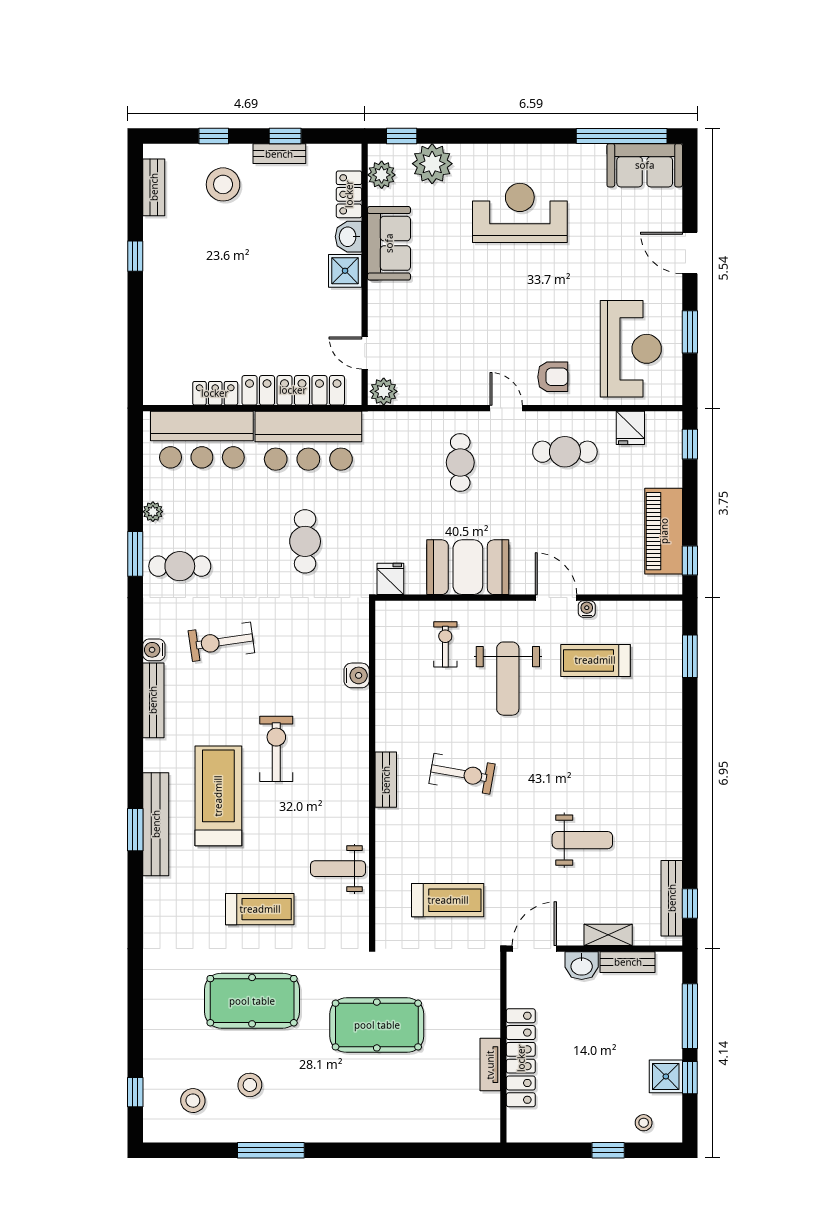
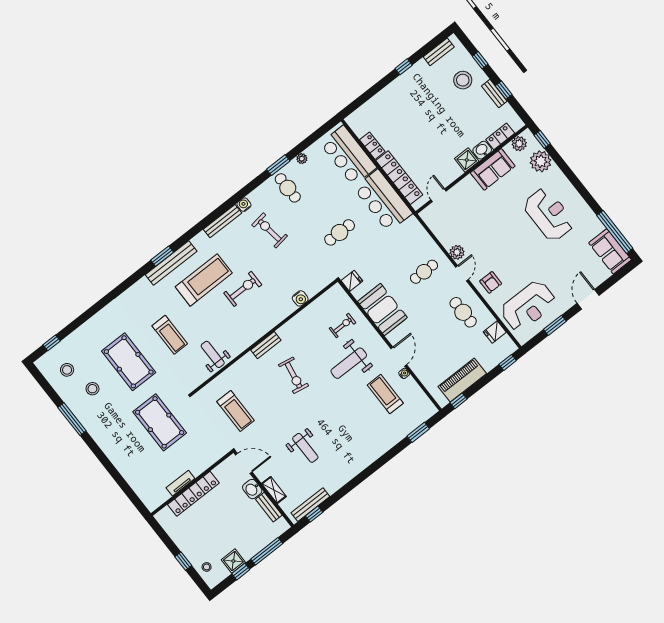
plant: (384, 391) -> (457, 252), moved

